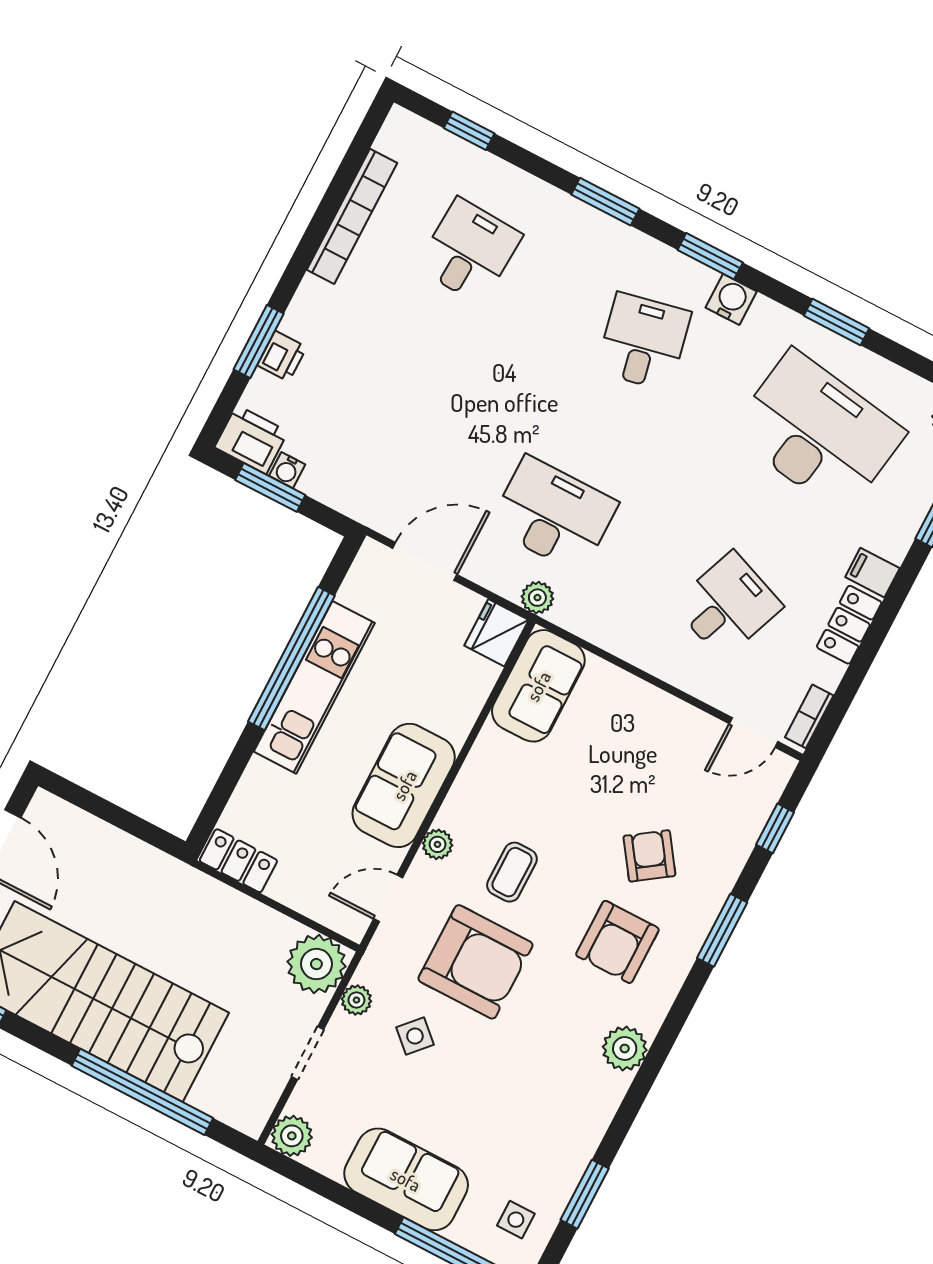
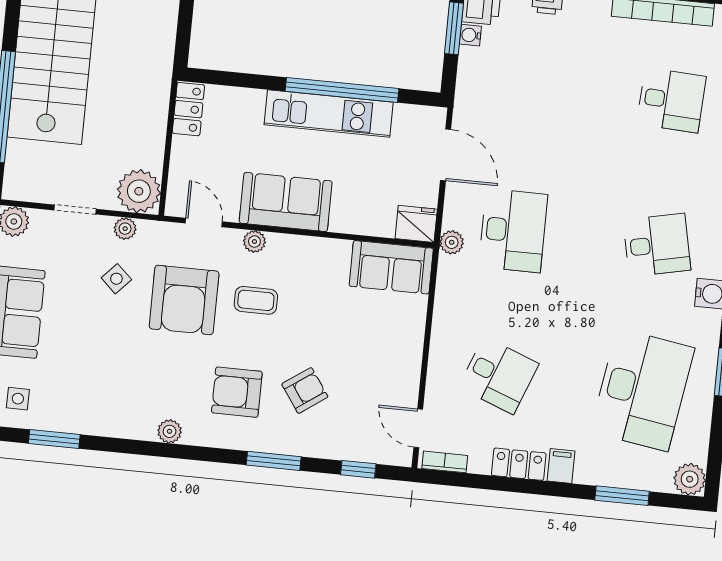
plant: (625, 1049) -> (170, 431), width x0.73, depth x0.73

